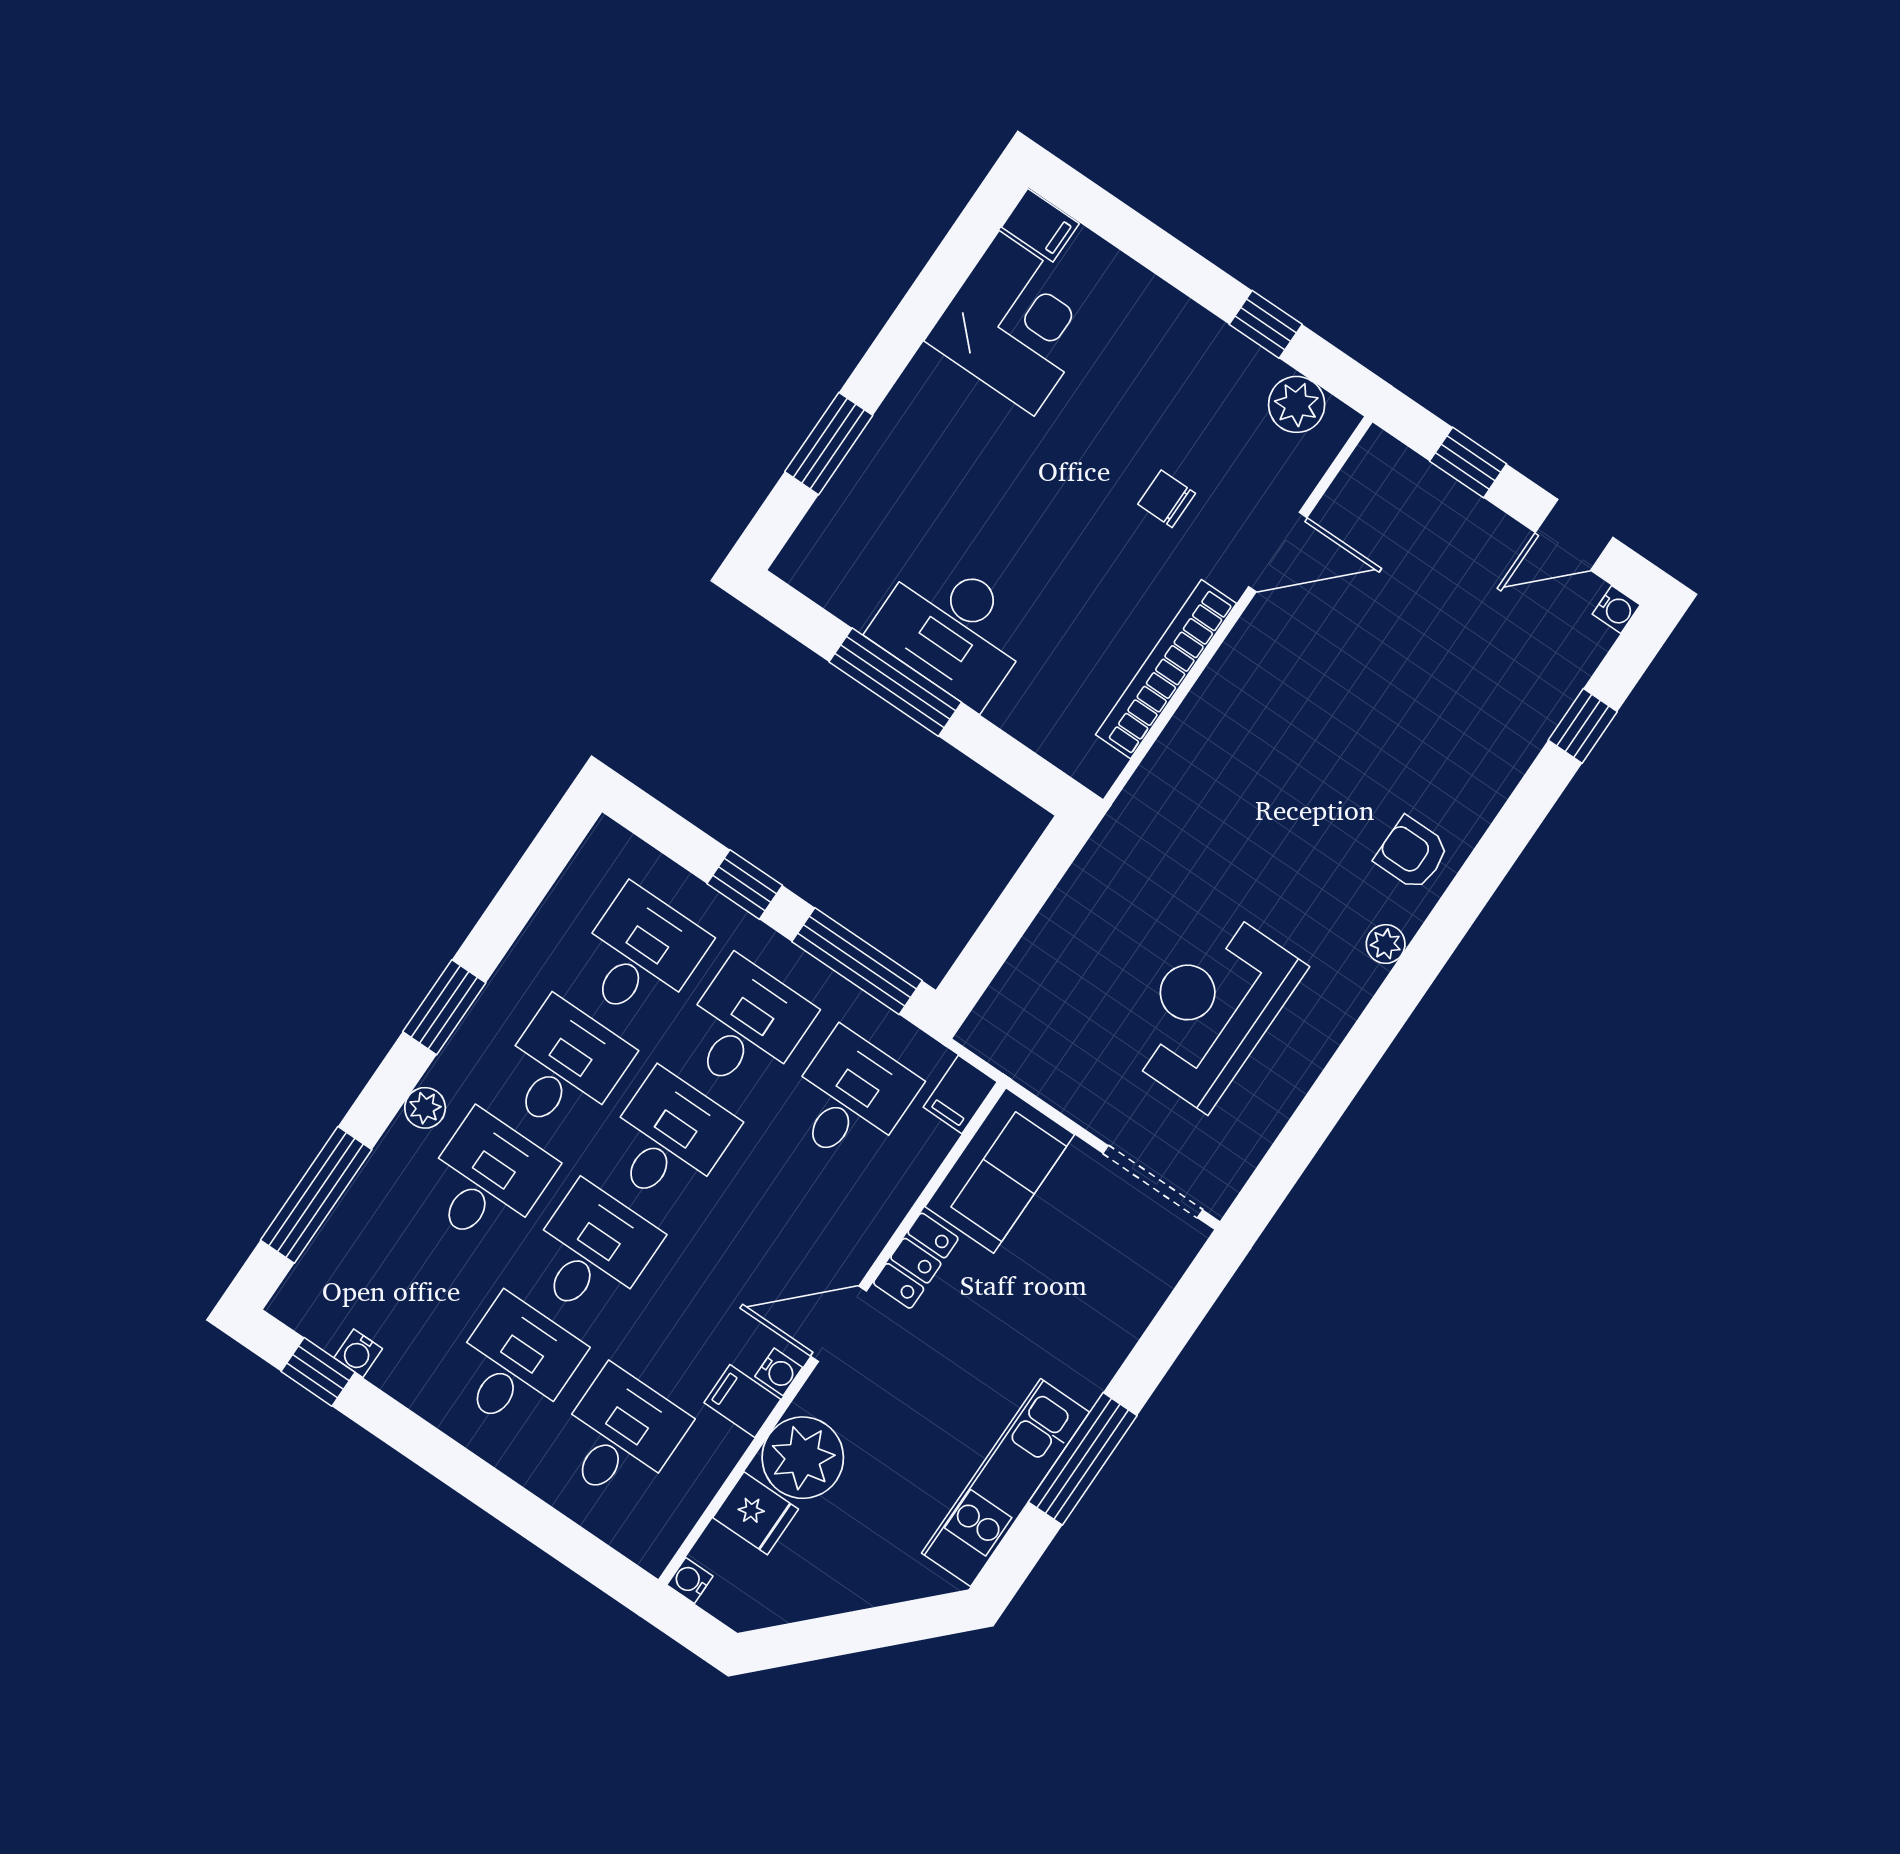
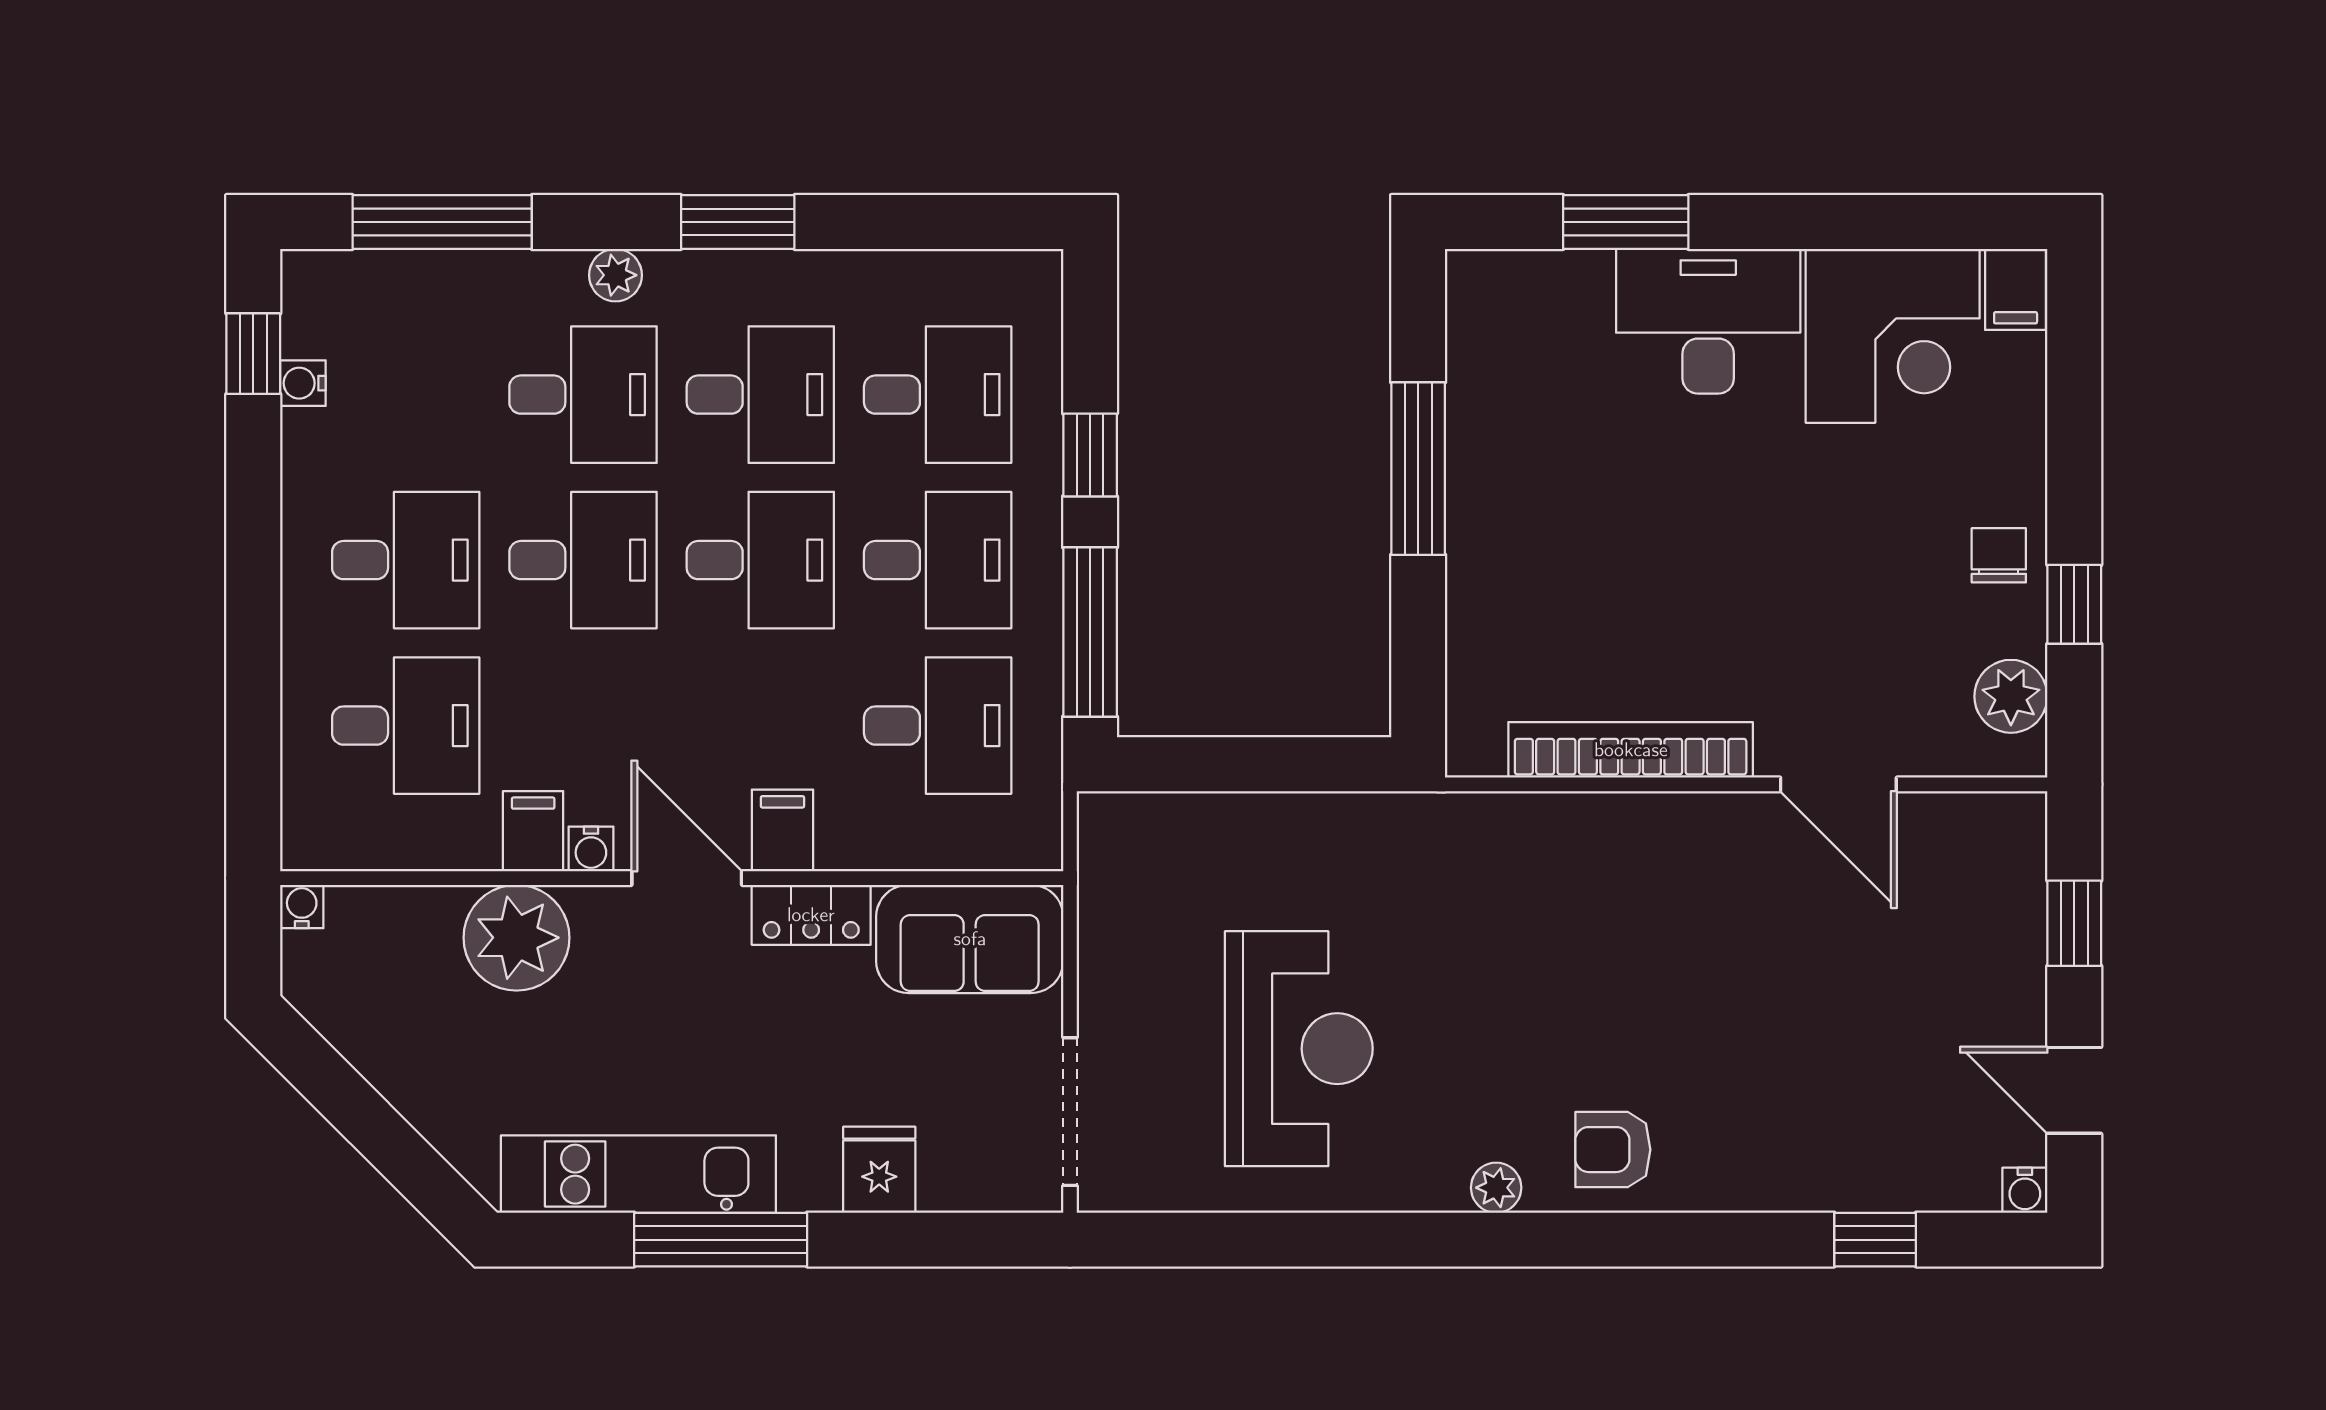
chair: (1167, 499) -> (1999, 555), moved
desk: (953, 629) -> (1708, 321), moved, turned 90
armchair: (1412, 853) -> (1613, 1150), turned -90
reception desk: (1212, 1009) -> (1299, 1049), turned 90
filing cabinet: (960, 1094) -> (782, 830), moved, turned 90
fridge: (756, 1513) -> (879, 1170), moved, turned 180

